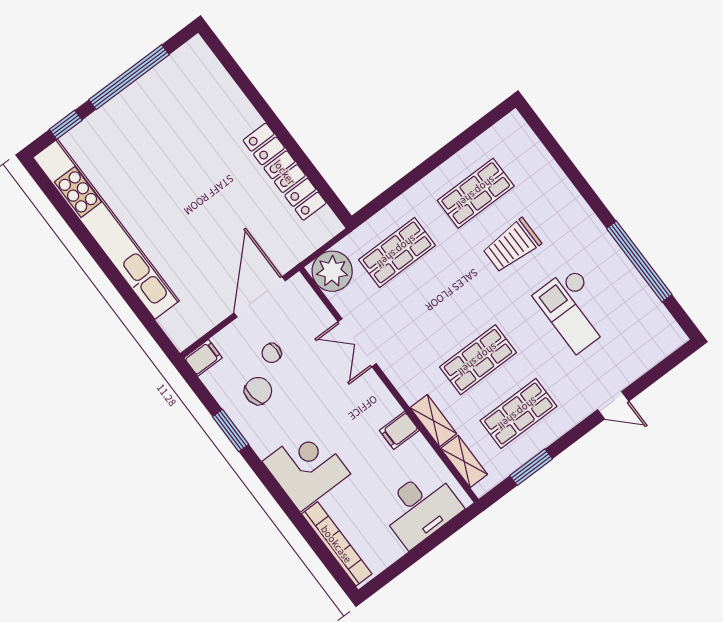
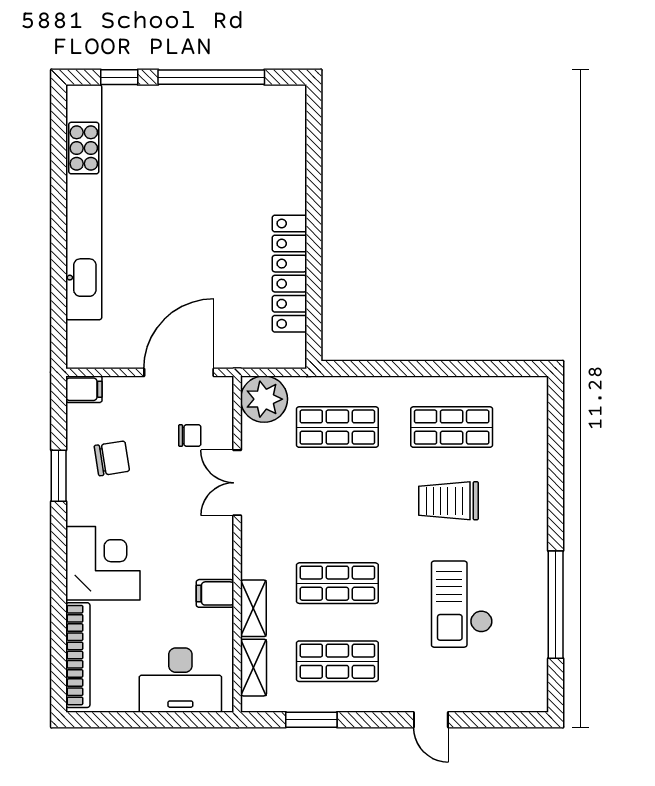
chair: (272, 353) -> (190, 436), moved, turned 180

